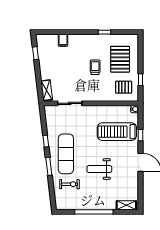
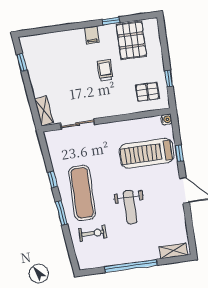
filing cabinet: (63, 40) -> (92, 35), moved
pallet: (120, 59) -> (131, 40), moved
weight bench: (99, 169) -> (130, 207), turned -90

